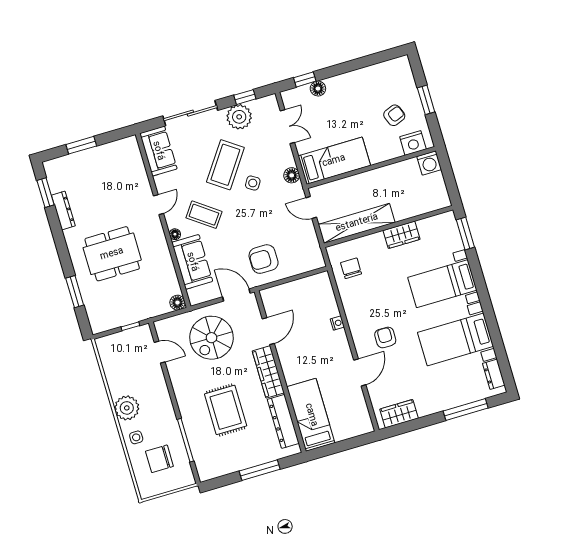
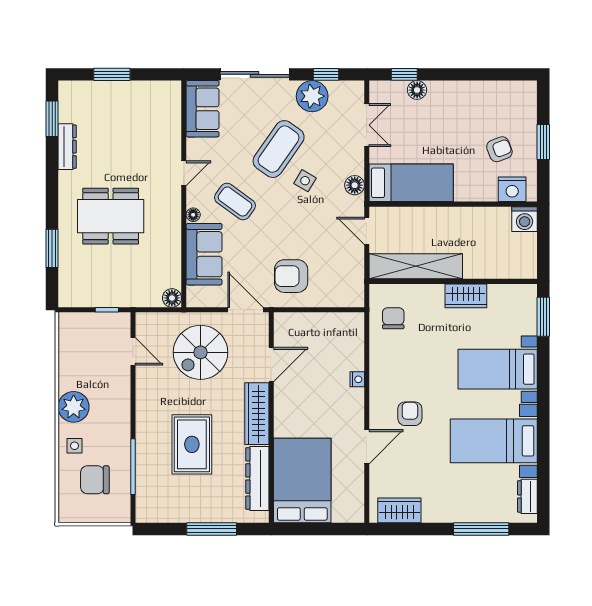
bed: (311, 415) -> (302, 480), width x1.50

